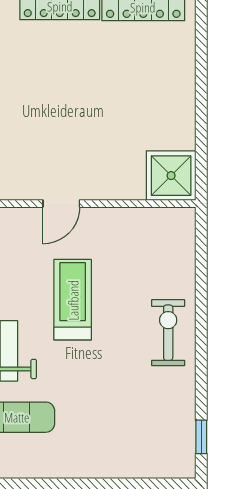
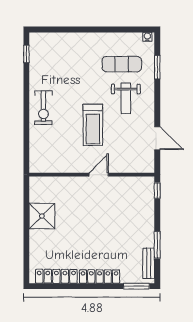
shower: (171, 176) -> (42, 216), moved

